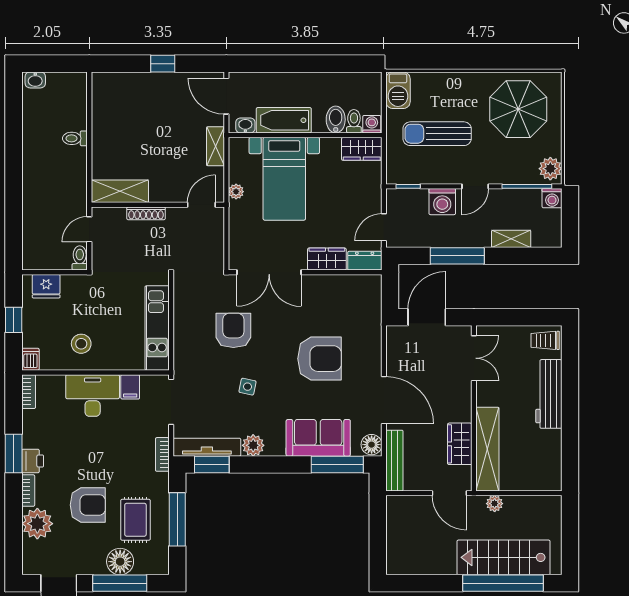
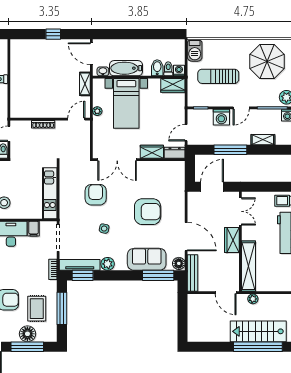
shelving: (120, 191) -> (27, 111), removed
wardrobe: (460, 444) -> (232, 240), moved

